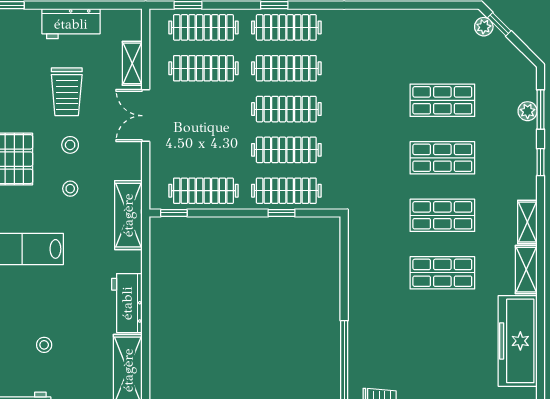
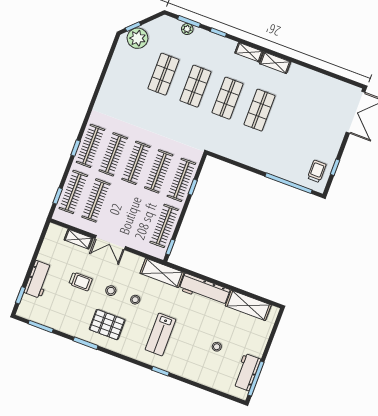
workbench: (71, 24) -> (38, 279), moved
plant: (484, 27) -> (138, 38), width x1.88, depth x1.88
trolley: (67, 92) -> (81, 281), width x0.73, depth x0.72
workbench: (127, 303) -> (205, 290), width x1.38
freezer: (518, 341) -> (313, 82), removed

